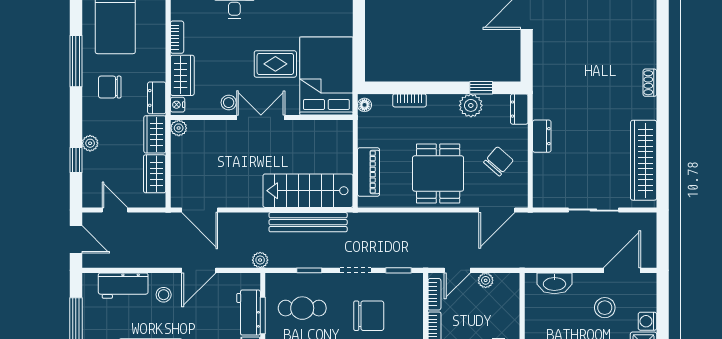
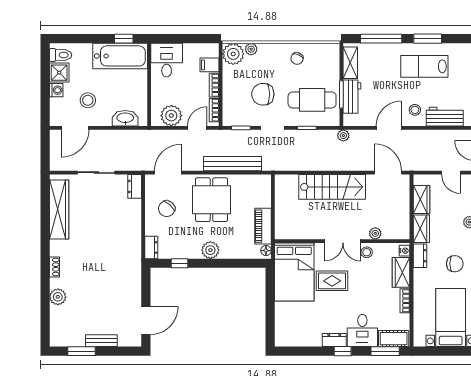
plant: (645, 42) -> (58, 297), added
bookcase: (409, 100) -> (233, 254), removed
plant: (471, 105) -> (210, 250), moved
plant: (179, 128) -> (375, 233), moved
dresser: (542, 136) -> (135, 186), moved
piano: (369, 172) -> (263, 226), moved
stairs: (308, 191) -> (332, 187), moved
bench: (308, 222) -> (232, 164), moved
plant: (486, 280) -> (171, 116), width x1.87, depth x1.87
cafe table: (302, 308) -> (312, 100), width x1.37, depth x1.35

